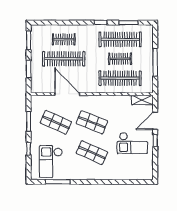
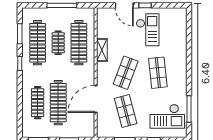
clothes rail: (64, 39) -> (38, 103), width x1.36
shelving: (142, 100) -> (102, 50), moved
shop shelf: (56, 122) -> (126, 111), turned -39
shop shelf: (92, 153) -> (158, 73), turned -30

